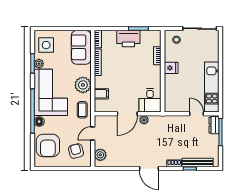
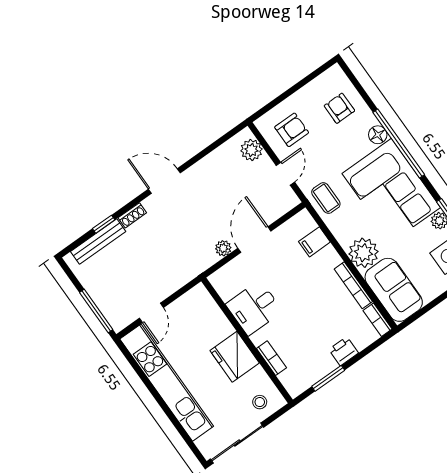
printer: (128, 39) -> (344, 351), width x0.53, depth x0.68
fridge: (171, 68) -> (235, 357), width x1.88, depth x1.34
plant: (83, 85) -> (363, 253), moved
kitchen unit: (212, 87) -> (167, 383), width x1.36
desk: (150, 100) -> (254, 308), moved, turned -90
door: (197, 114) -> (151, 313), hinge flipped
dresser: (214, 125) -> (113, 315), removed
armchair: (48, 145) -> (339, 108), width x0.53, depth x0.53
armchair: (76, 151) -> (292, 130), turned -76

